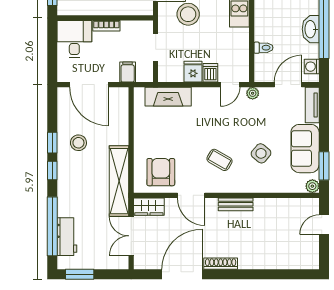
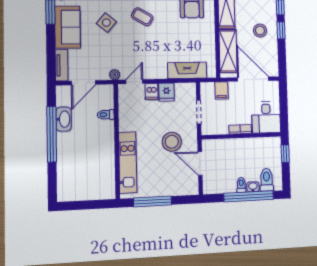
washbasin: (311, 29) -> (64, 119), moved
washing machine: (312, 67) -> (62, 99), removed
shelving: (118, 119) -> (228, 51), added

